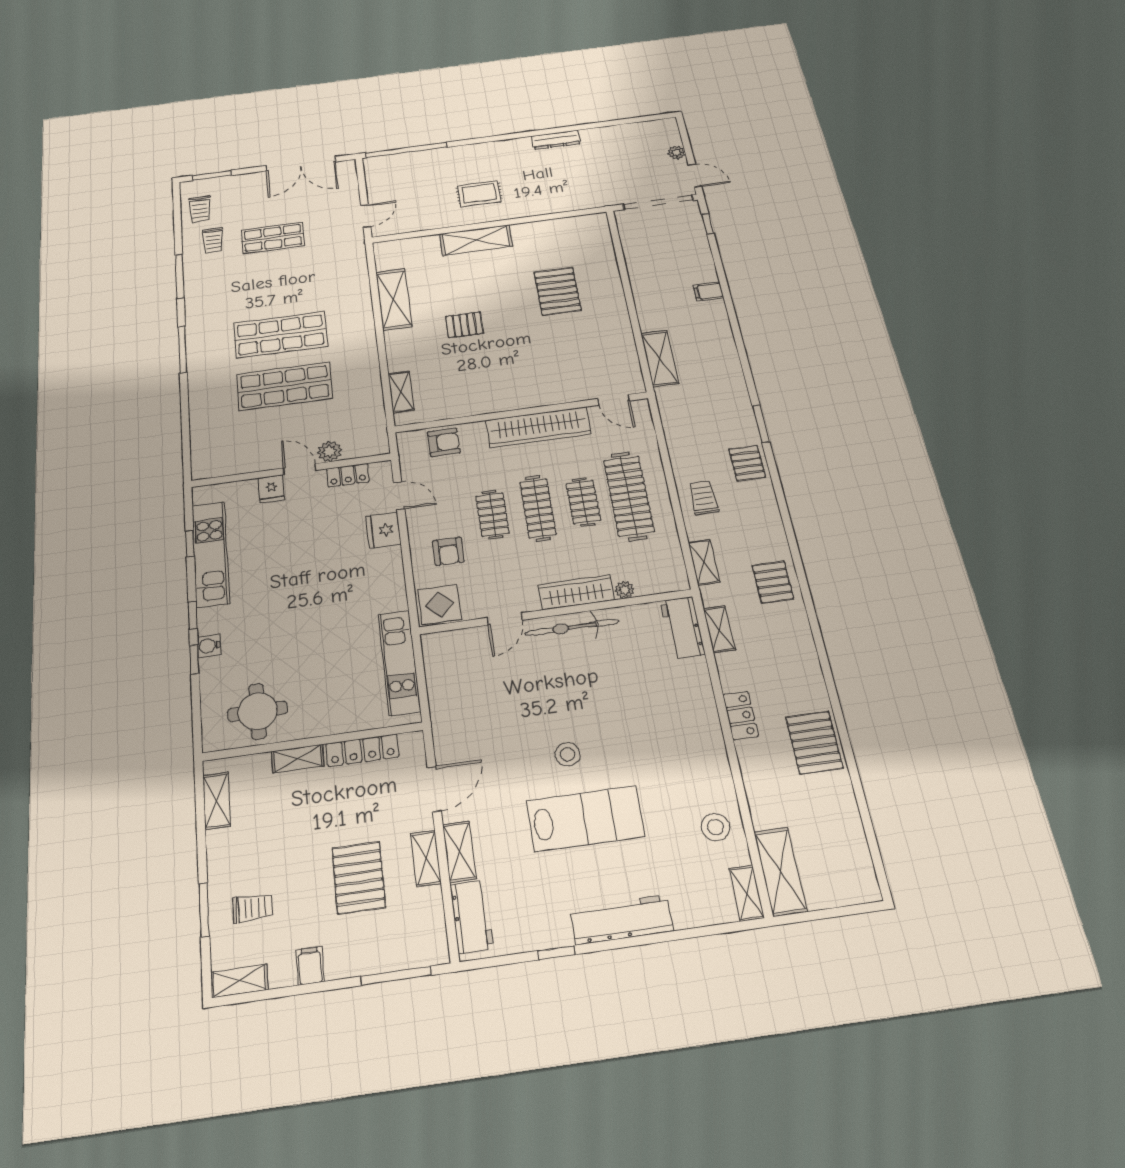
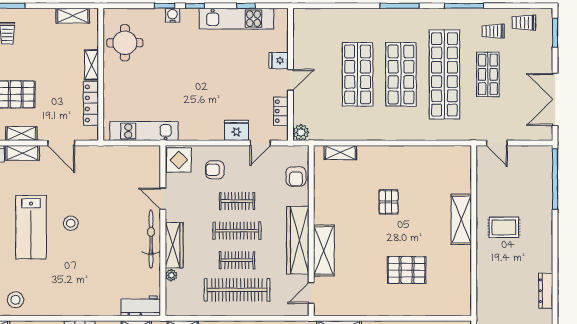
rug: (479, 194) -> (504, 227), turned 90
shop shelf: (277, 285) -> (444, 74), added
shelving: (394, 299) -> (324, 251), moved, turned 90
plant: (329, 451) -> (301, 132), moved

